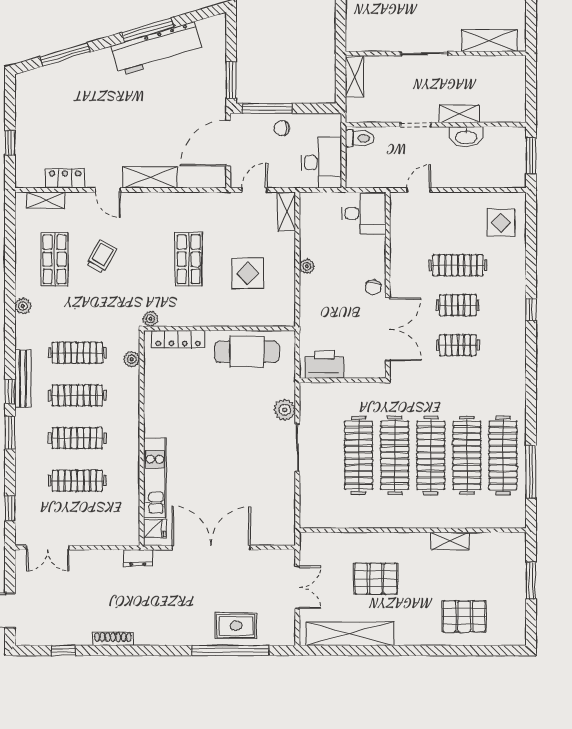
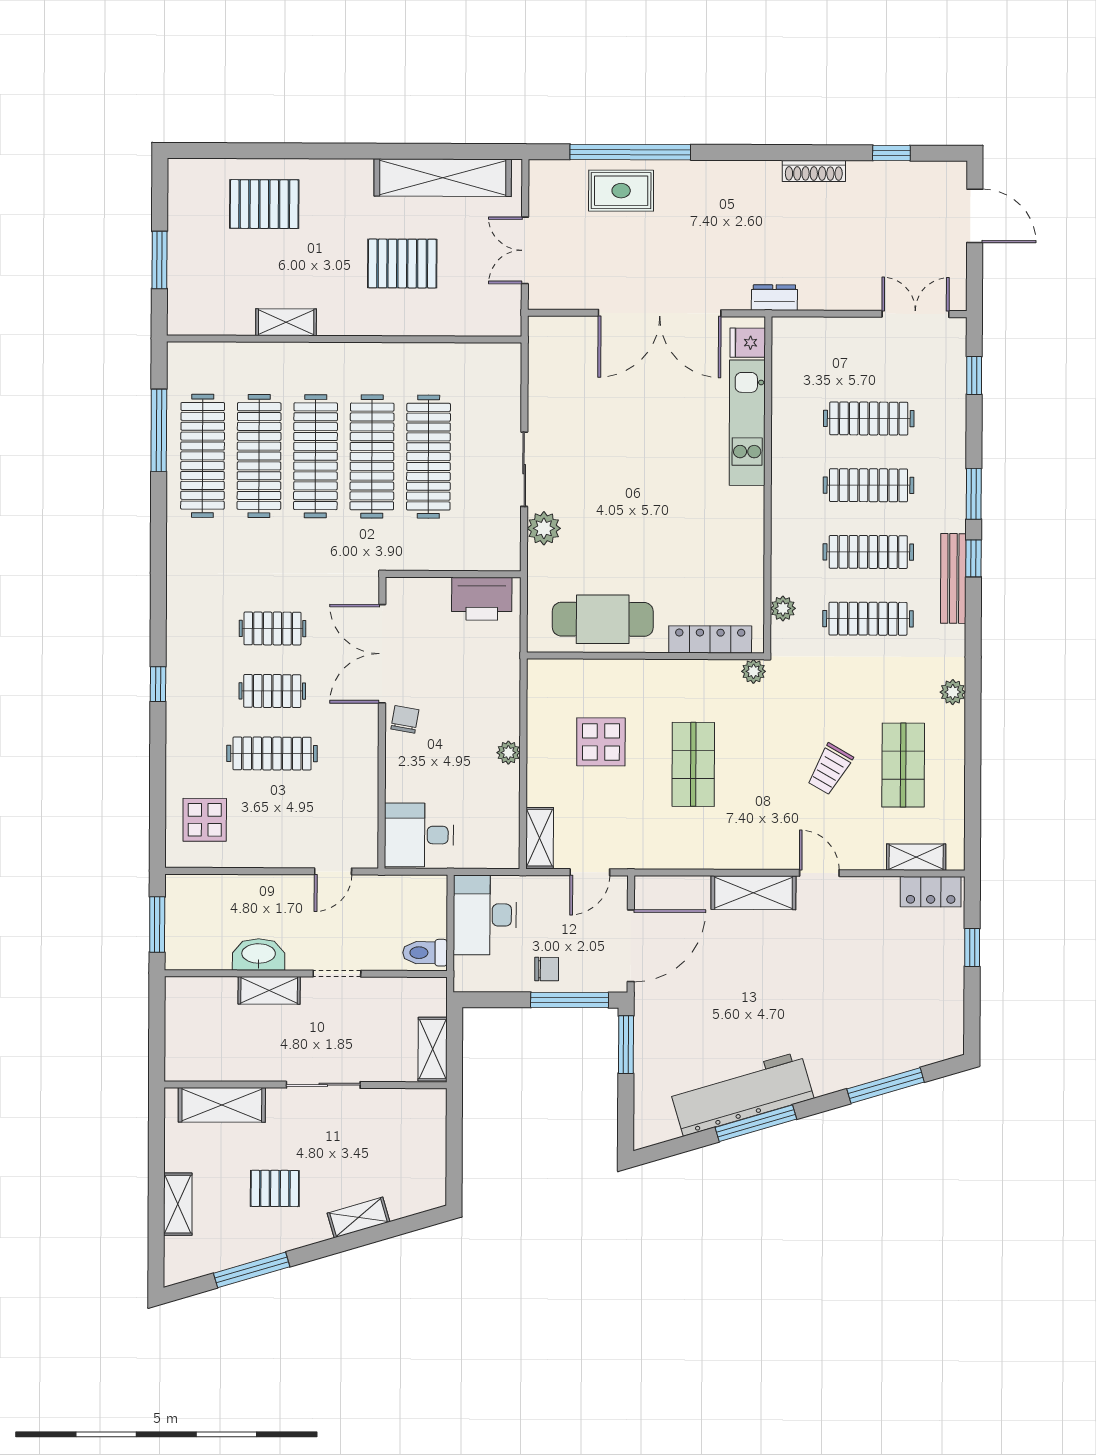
locker: (65, 178) -> (931, 892), moved

